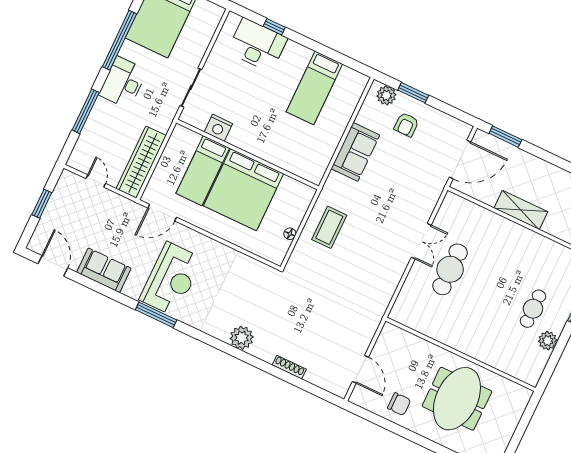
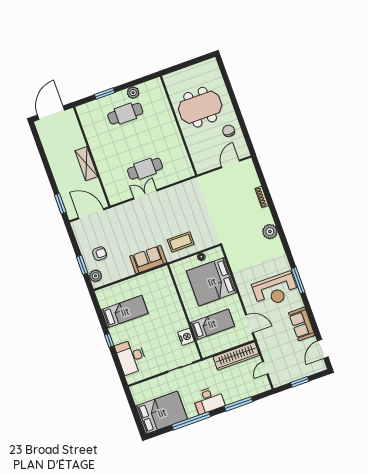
window: (274, 27) -> (109, 340), moved
sofa: (355, 152) -> (148, 259), moved
bed: (244, 190) -> (212, 282), moved, turned 180
reception desk: (171, 279) -> (275, 290), turned 180
cafe table: (533, 309) -> (125, 114), width x1.37, depth x1.35

